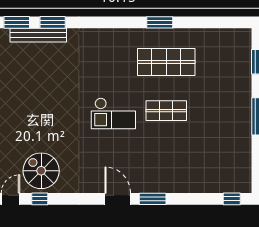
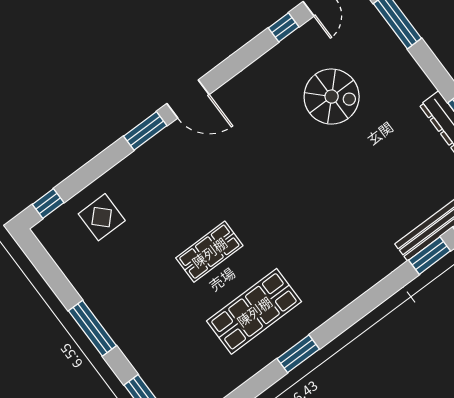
checkout: (113, 113) -> (272, 200), removed
spiral stairs: (41, 171) -> (332, 97), moved
display table: (209, 171) -> (102, 217), added

